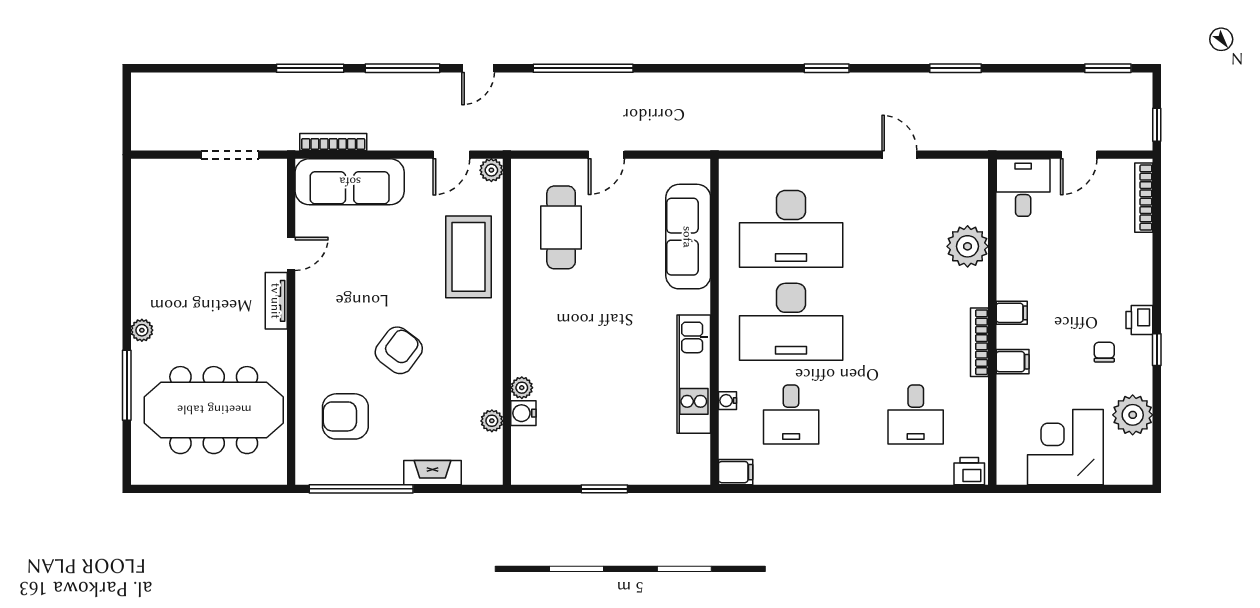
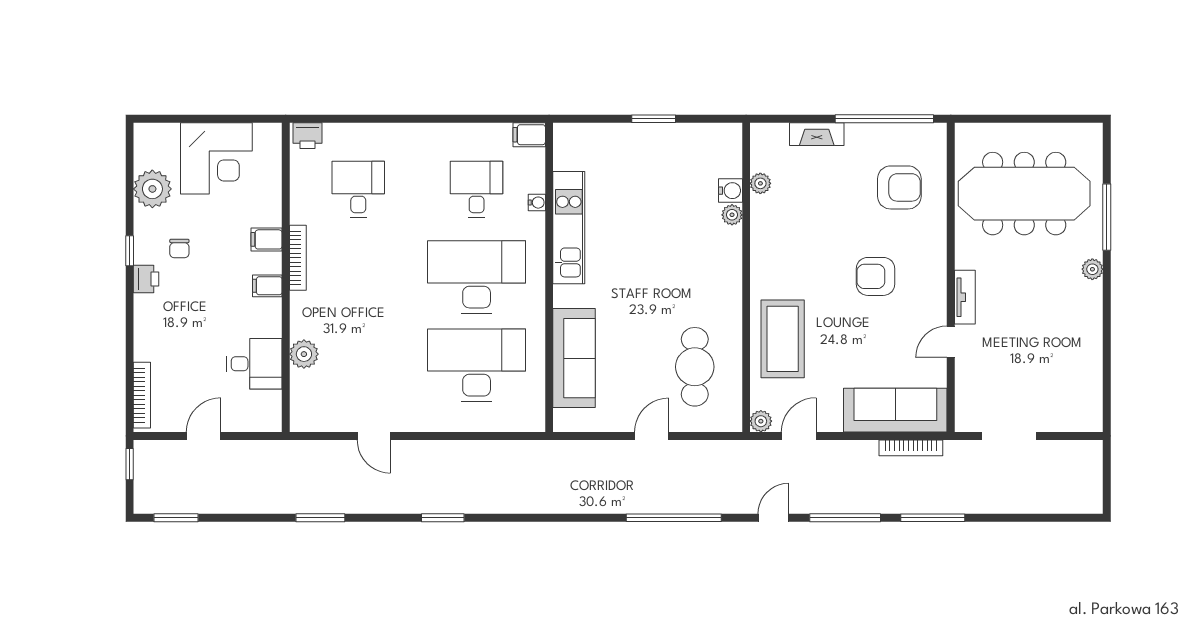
desk: (1023, 188) -> (254, 364), moved, turned -90
plant: (968, 246) -> (304, 354), width x0.73, depth x0.73
armchair: (399, 350) -> (875, 276), moved, turned 53

